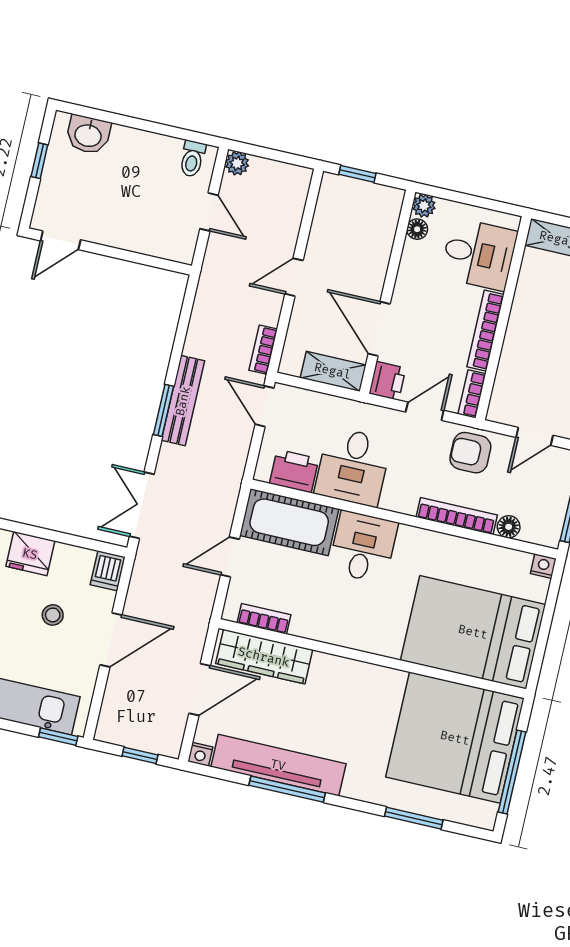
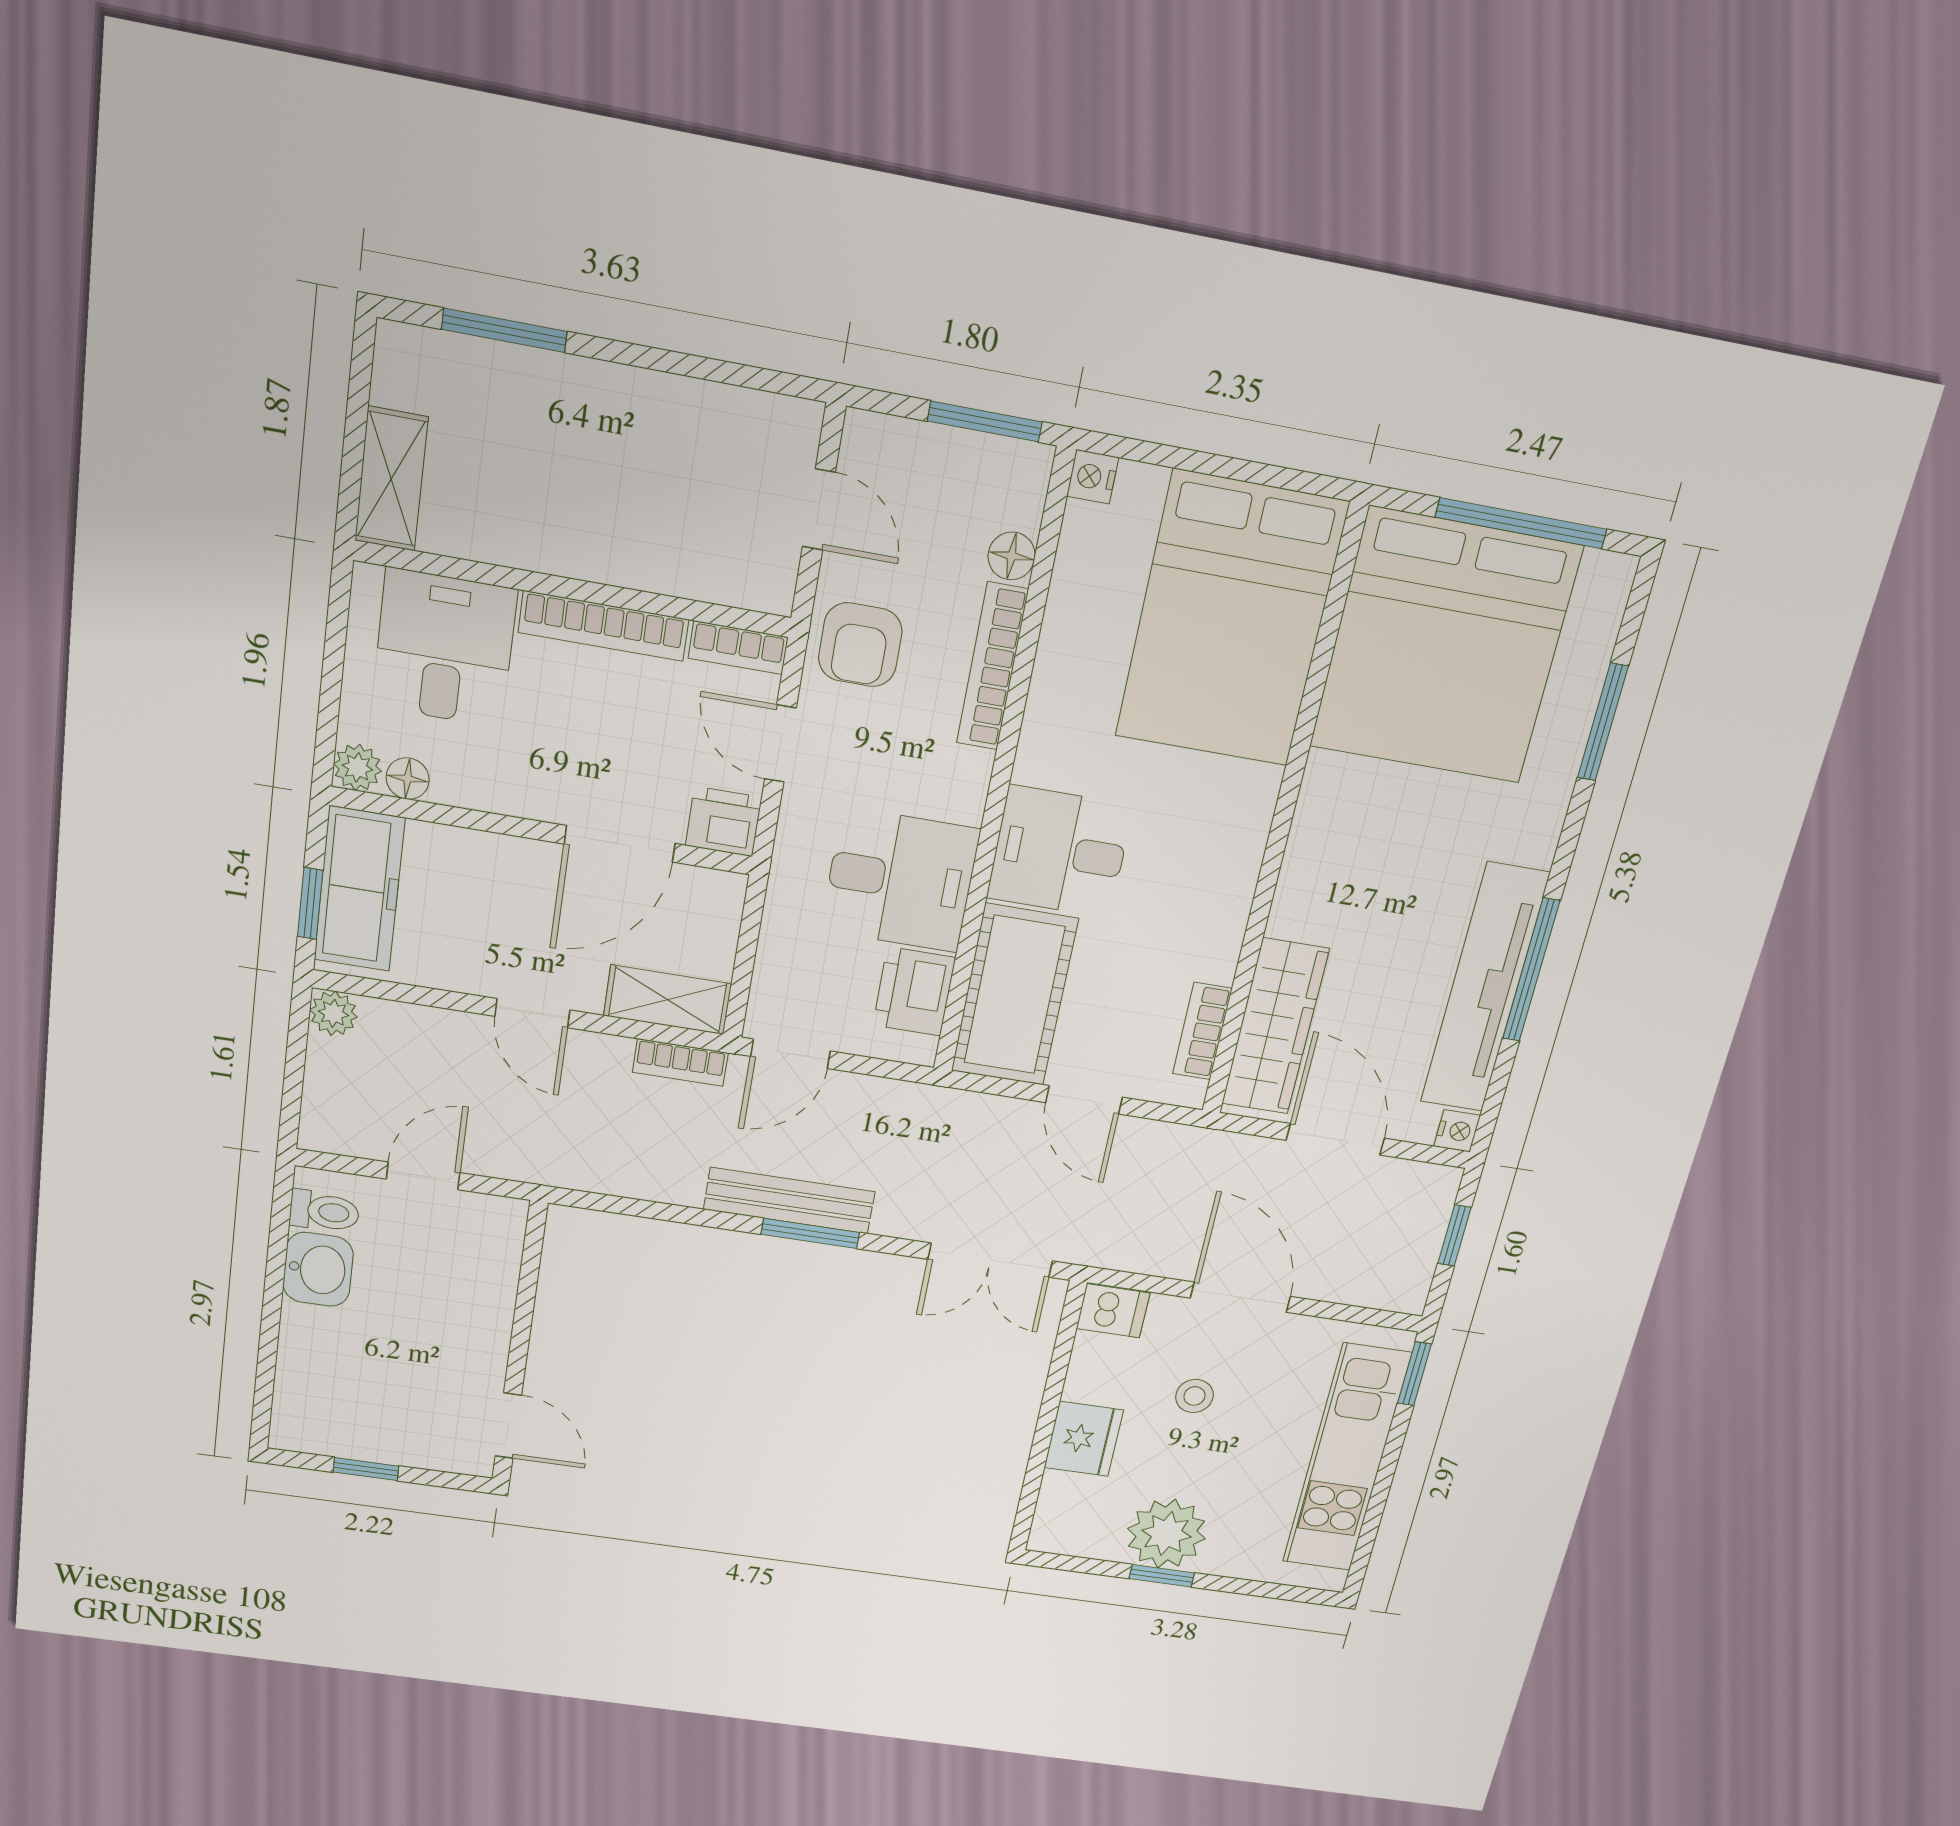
washbasin: (88, 135) -> (318, 1269), moved
plant: (237, 163) -> (333, 1013), moved
freezer: (363, 199) -> (359, 889), added
shelving: (333, 371) -> (668, 1000), moved, turned 90

